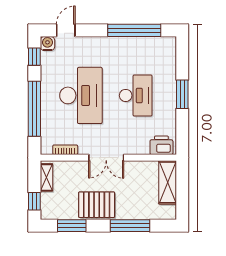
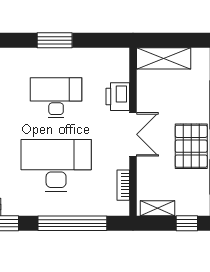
printer: (161, 145) -> (118, 97), moved

